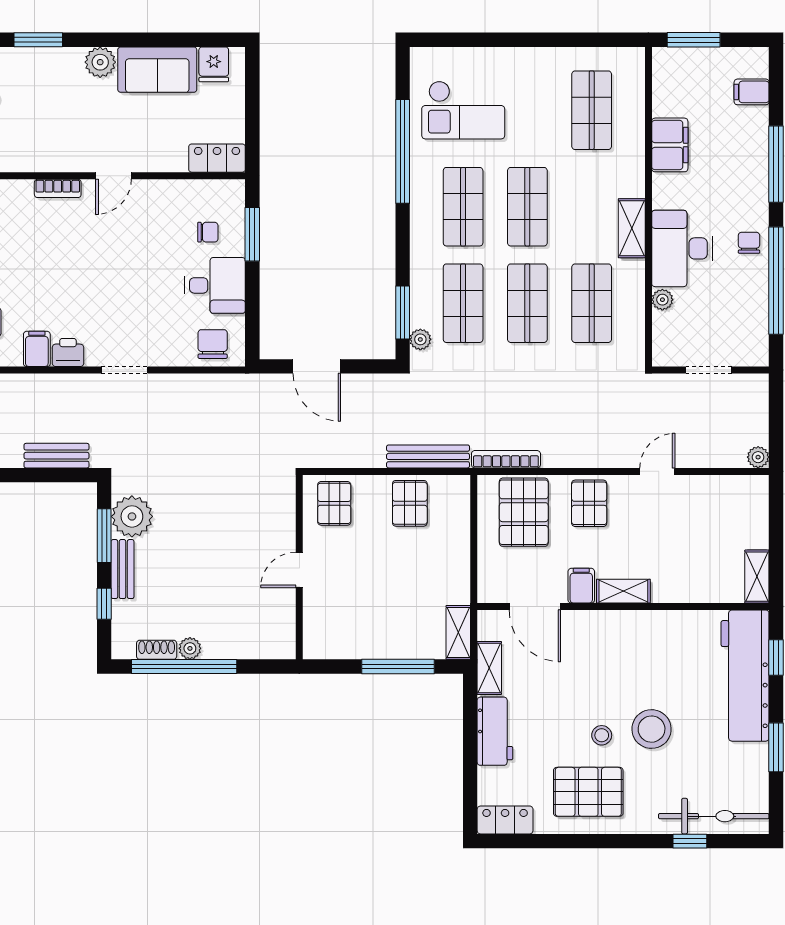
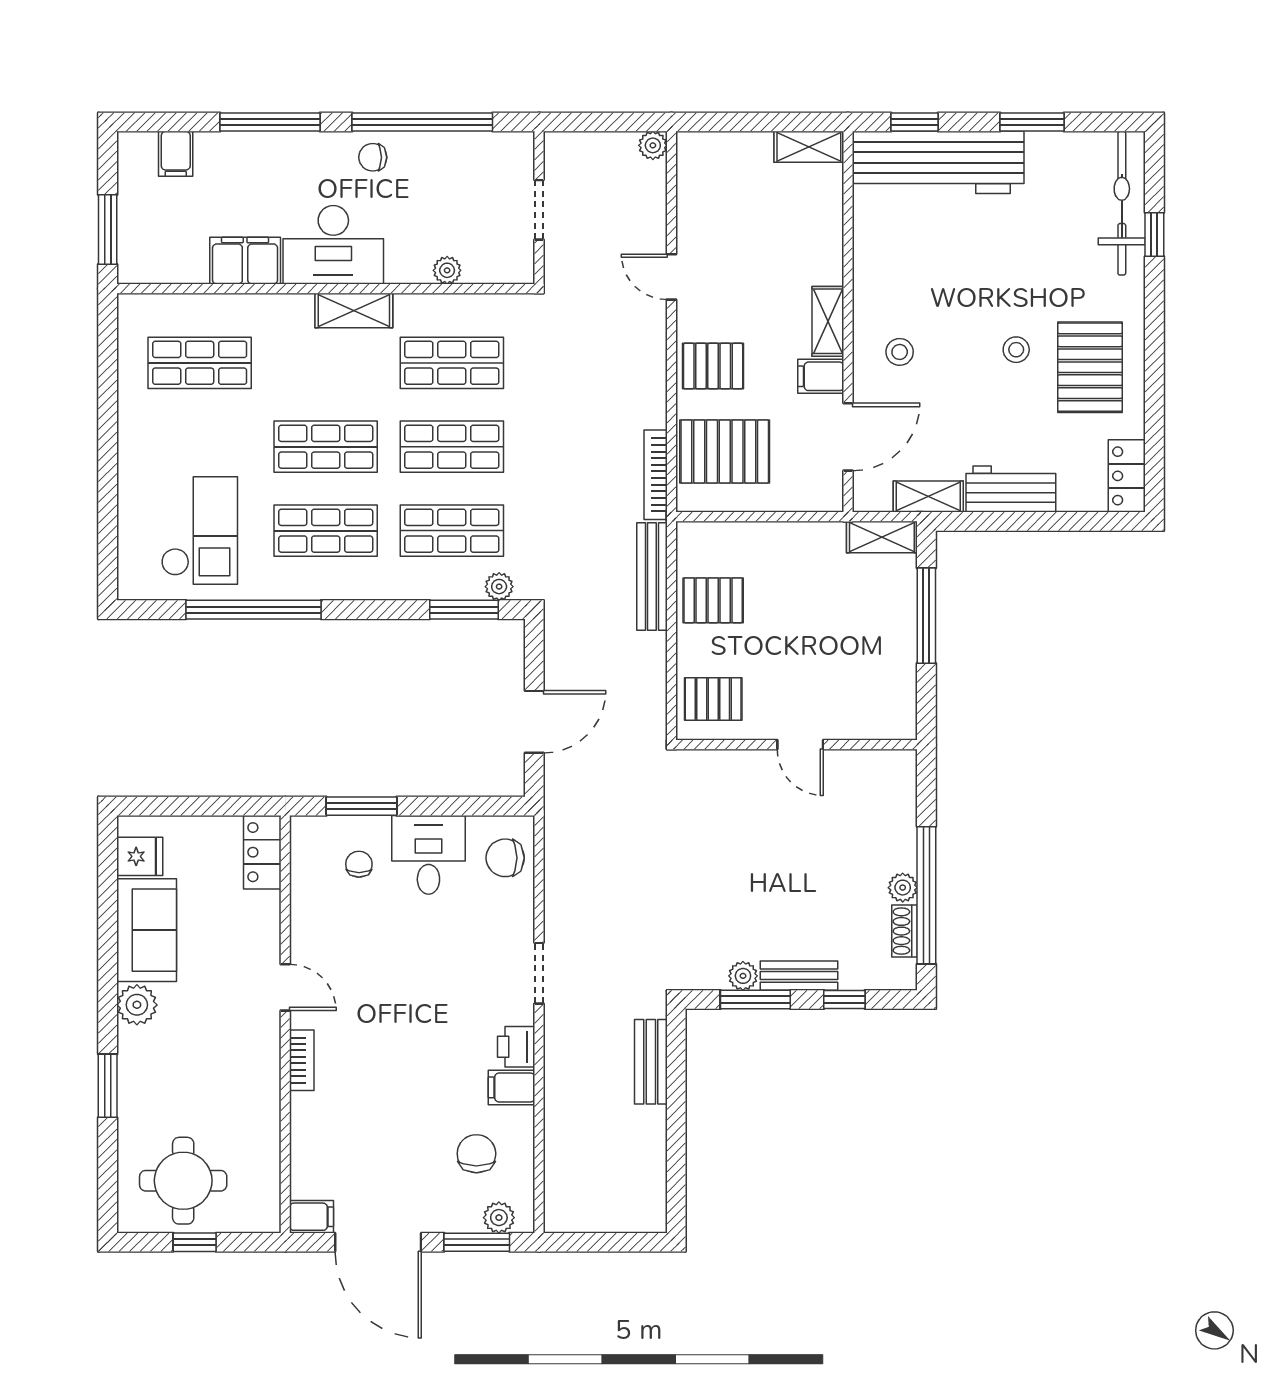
desk: (682, 248) -> (333, 245), moved
plant: (132, 516) -> (743, 976), width x0.53, depth x0.53
stool: (652, 729) -> (900, 352), moved, width x0.53, depth x0.53

